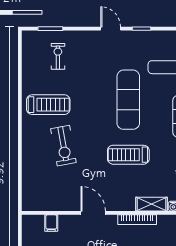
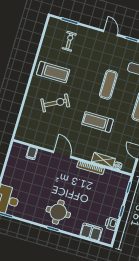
exercise mat: (128, 100) -> (108, 85), width x0.73, depth x0.69
exercise bike: (63, 146) -> (55, 103), turned -108

